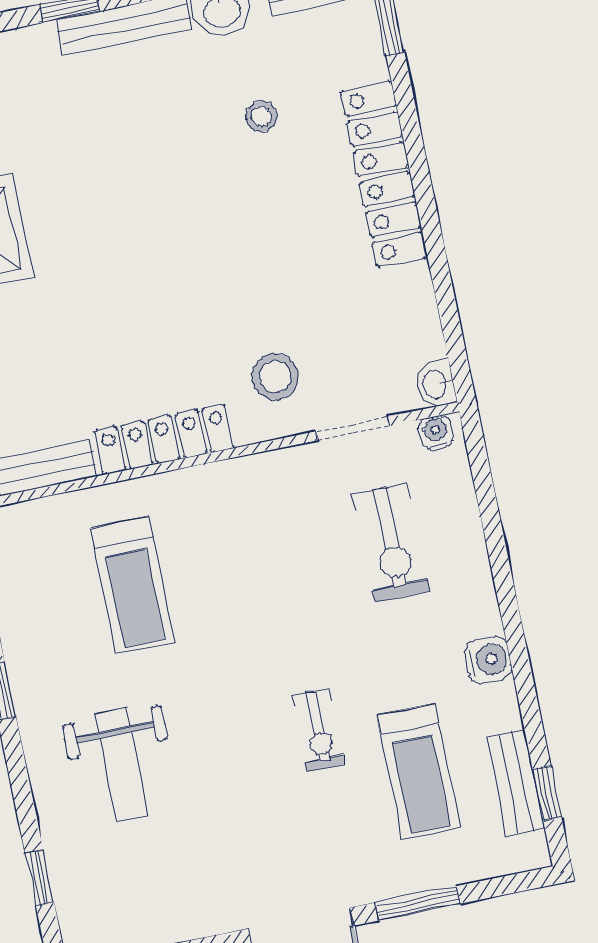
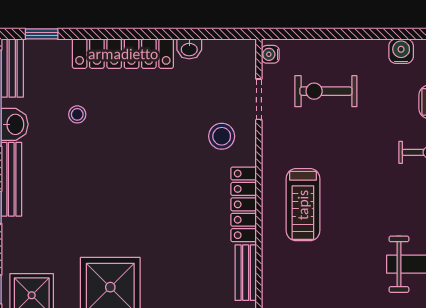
washbasin: (436, 384) -> (189, 49), moved
exercise bike: (391, 543) -> (326, 91), turned 180
treadmill: (133, 585) -> (303, 205), moved, turned 90

